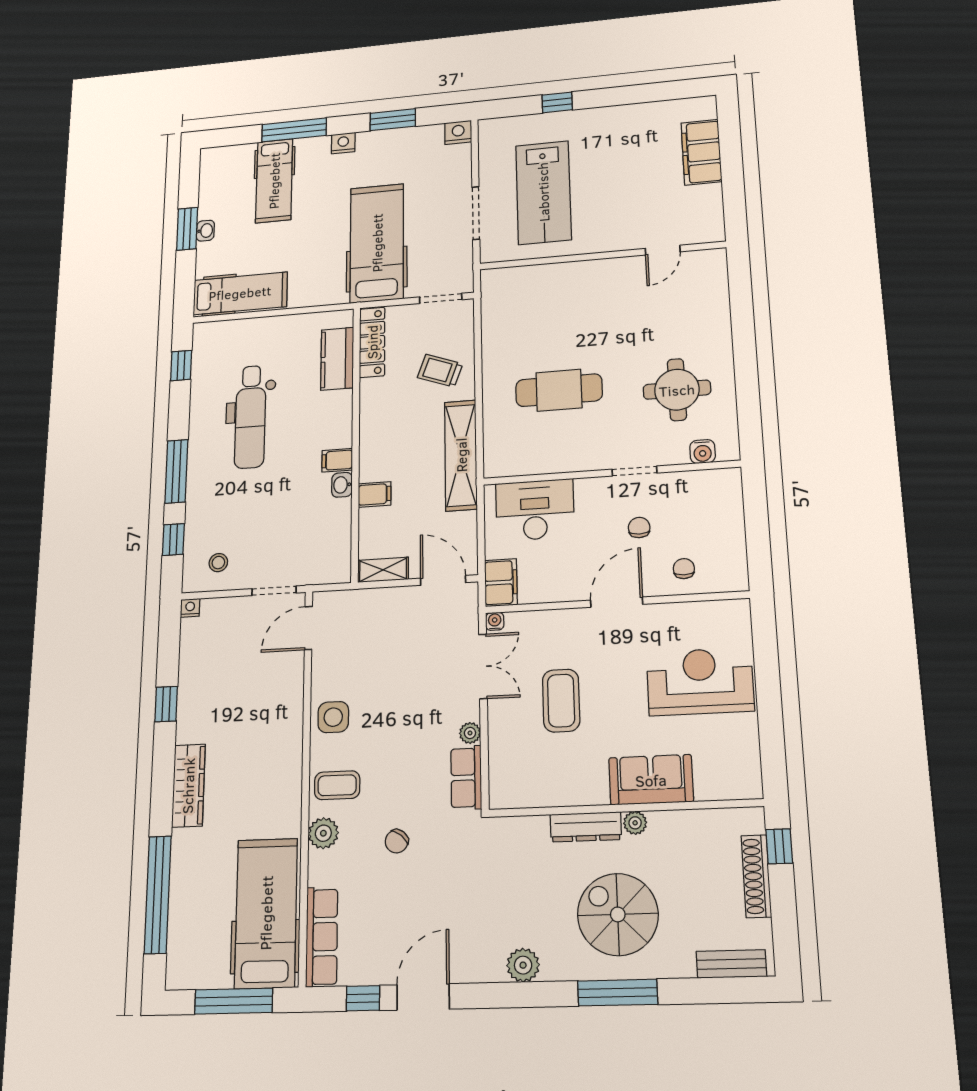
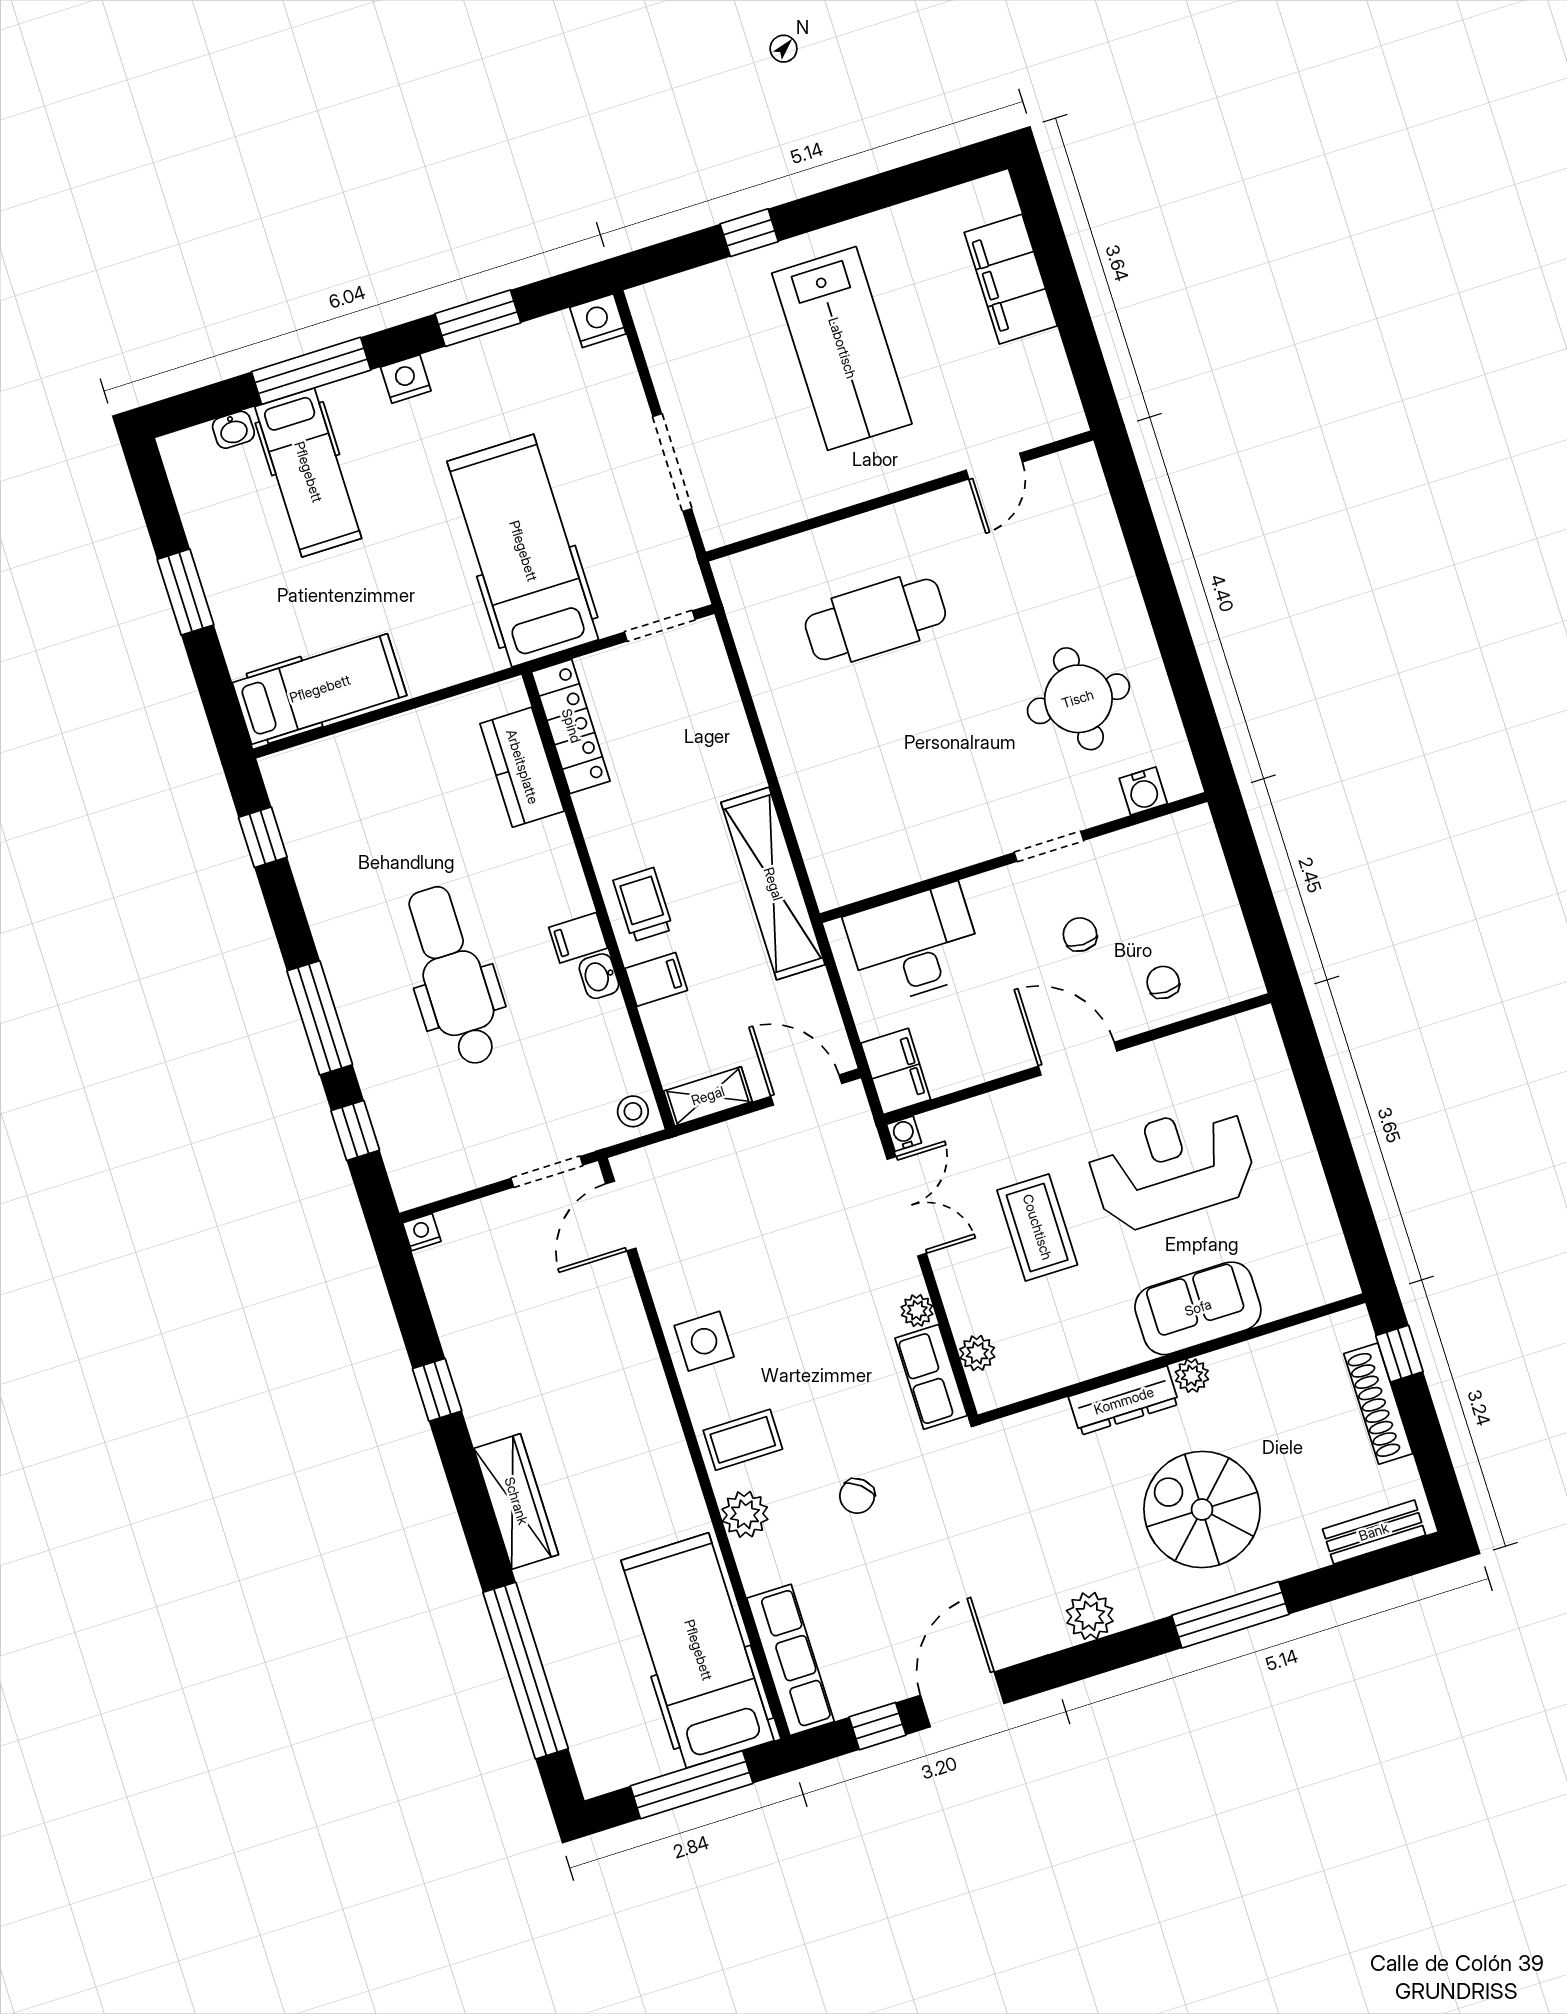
lab bench: (543, 192) -> (842, 348), moved
washbasin: (205, 231) -> (233, 430), moved, turned 90
trolley: (440, 371) -> (643, 905), moved, turned 70
cafe table: (559, 390) -> (875, 619), moved
dental chair: (250, 417) -> (453, 976), moved, turned 180
stool: (218, 563) -> (633, 1111), moved
door: (617, 602) -> (1078, 1059), hinge flipped
reception desk: (700, 681) -> (1172, 1167), moved
plant: (500, 770) -> (977, 1353), added

